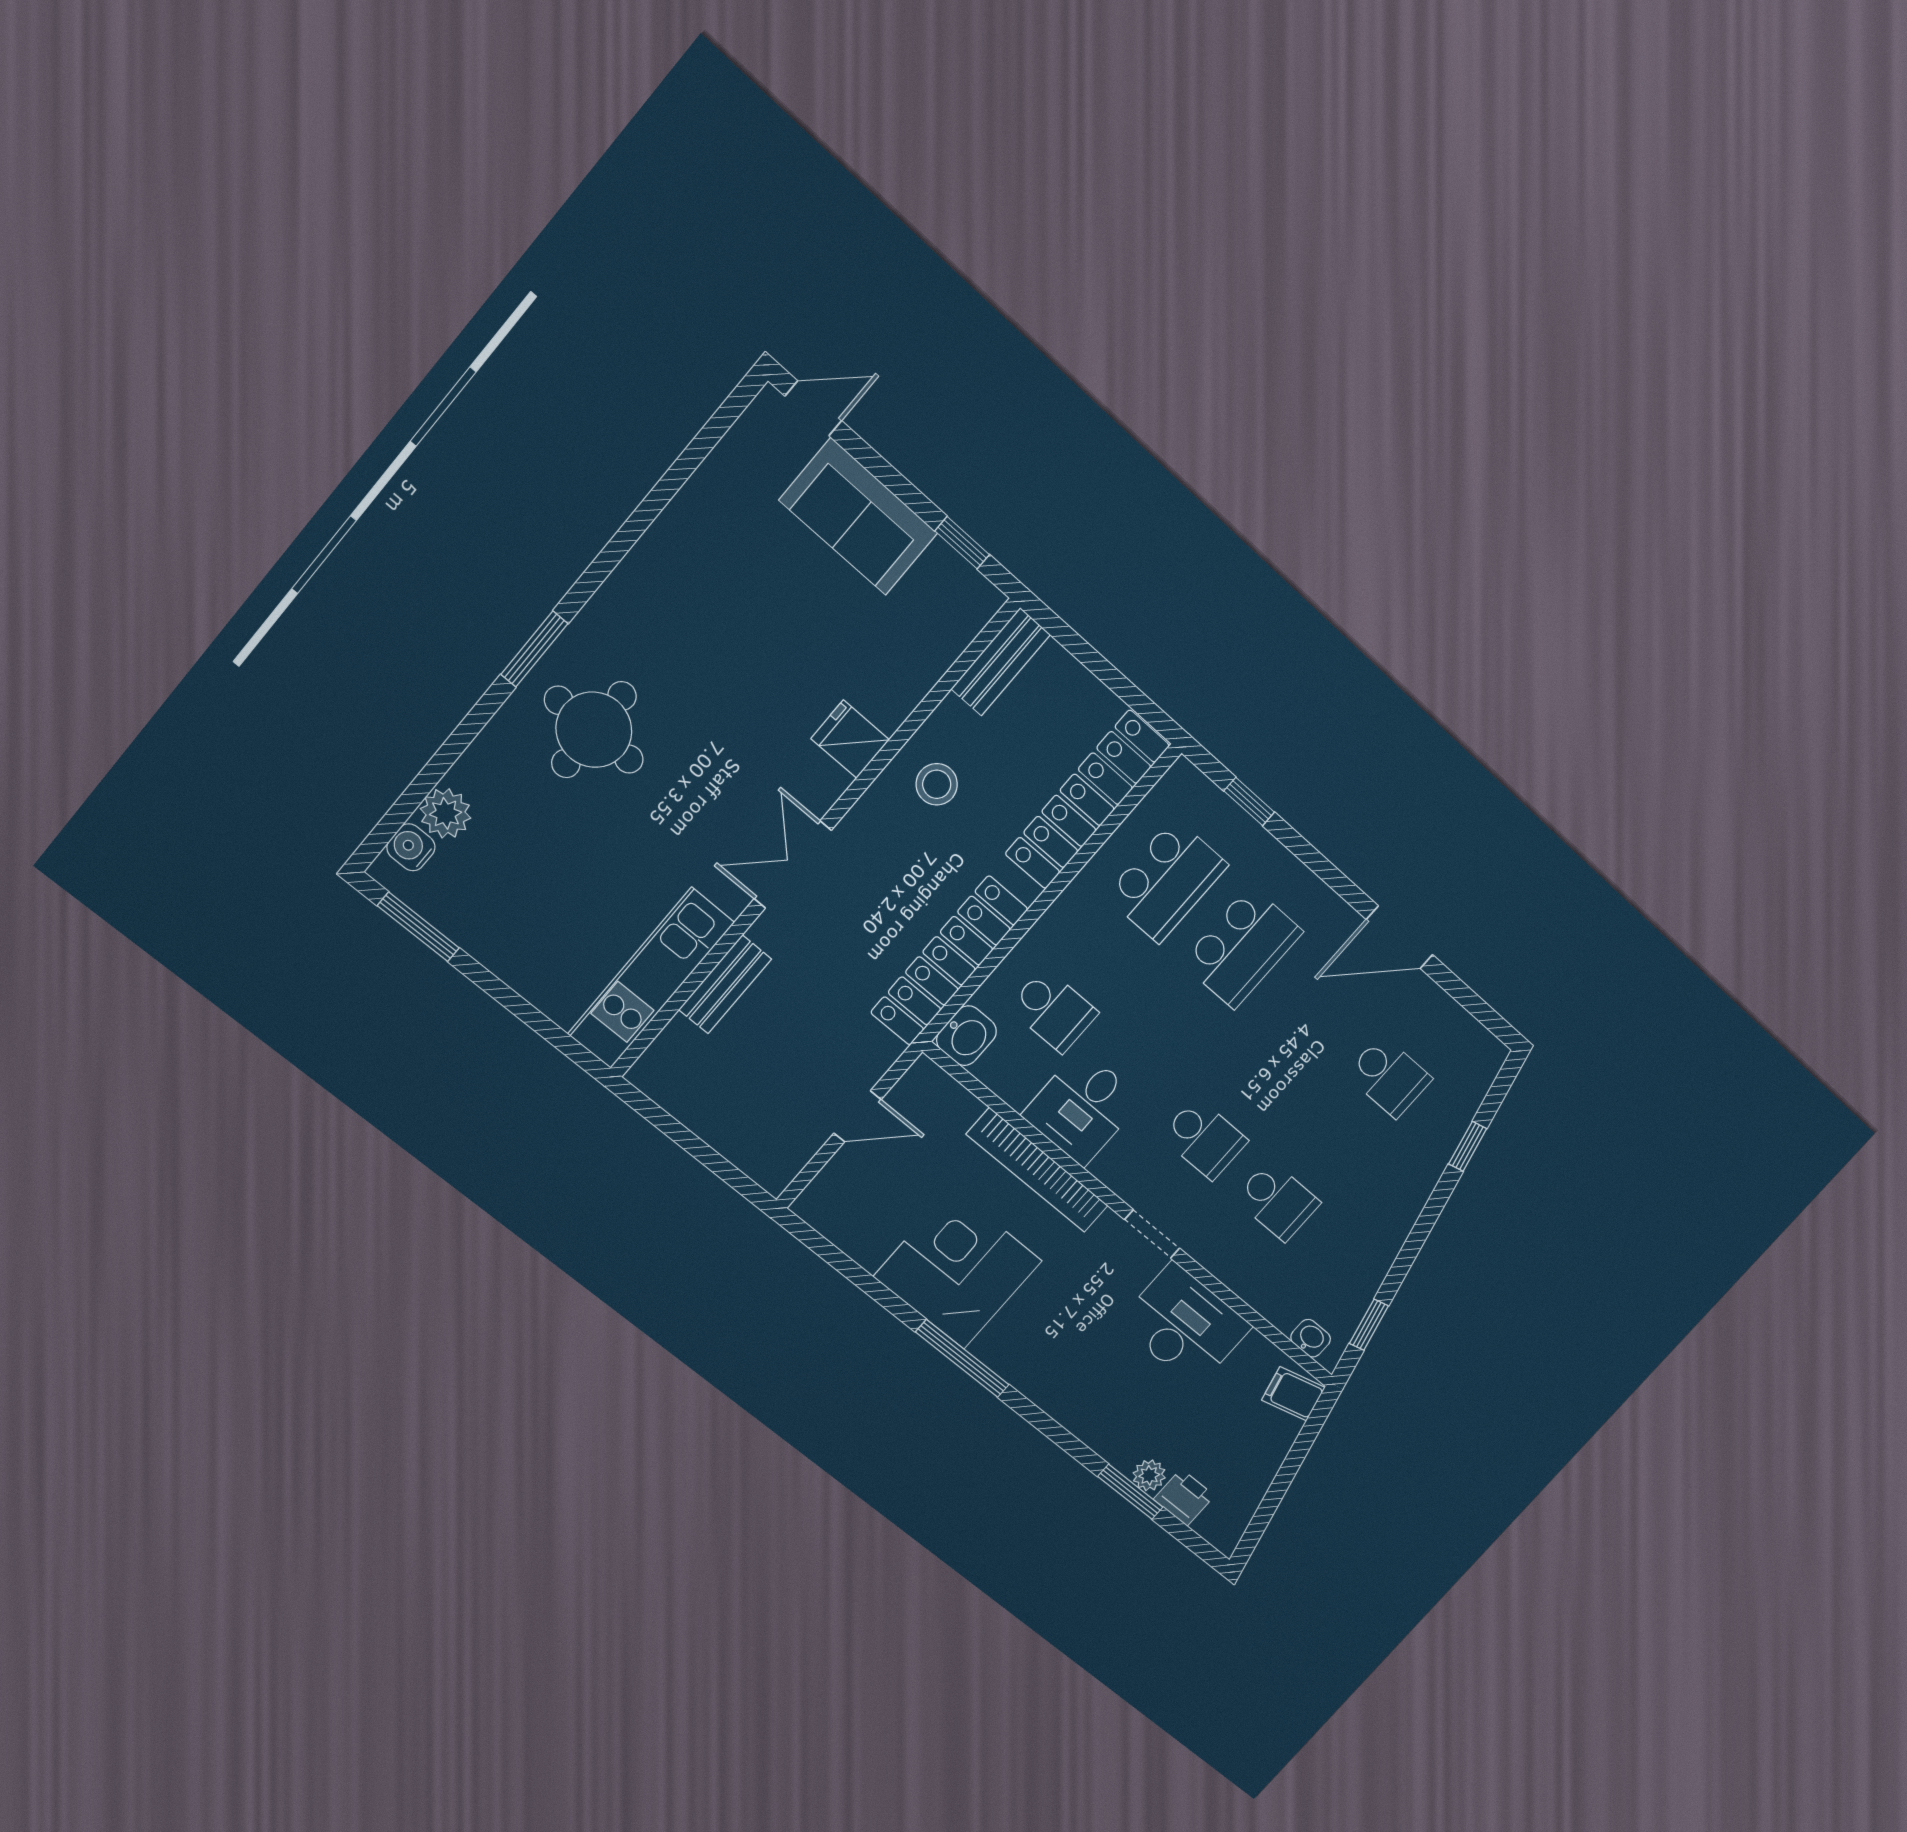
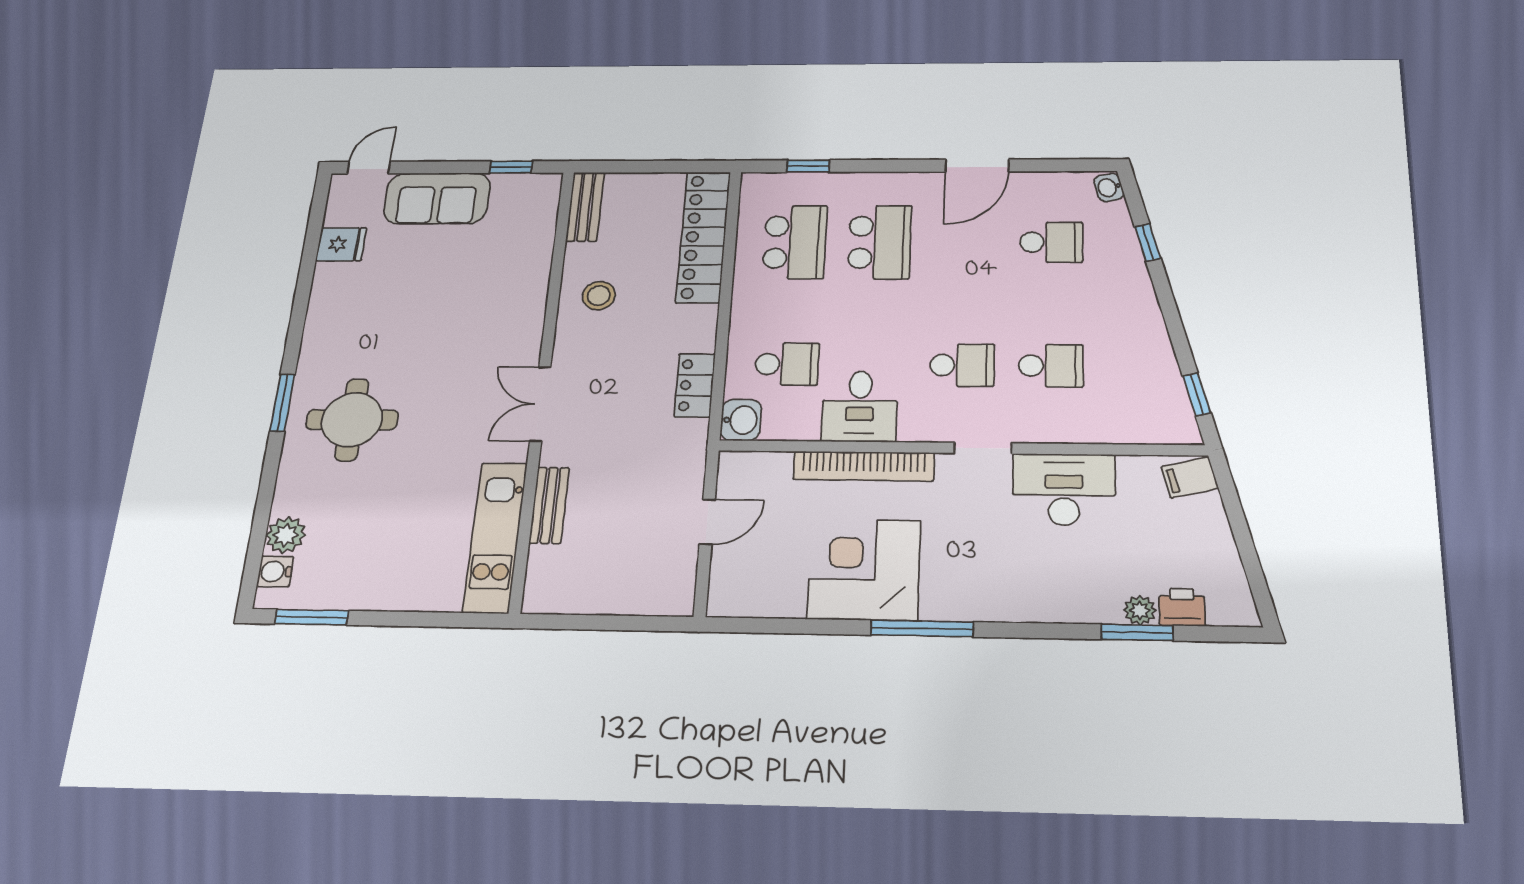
fridge: (850, 739) -> (341, 244), moved, turned 180
locker: (949, 961) -> (695, 385), width x0.46, depth x0.83
washbasin: (1311, 1338) -> (1109, 187), moved, turned -104

